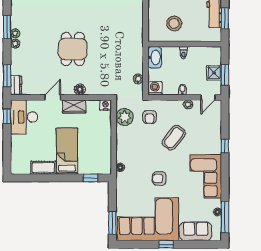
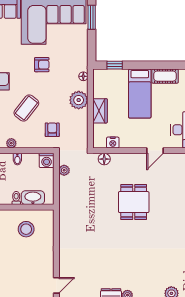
washbasin: (155, 57) -> (33, 198), moved, turned 90
floor lamp: (80, 89) -> (104, 159), moved
nightstand: (106, 105) -> (113, 143), moved
wardrobe: (74, 106) -> (100, 111), moved, turned 90
plant: (125, 117) -> (79, 100), moved

